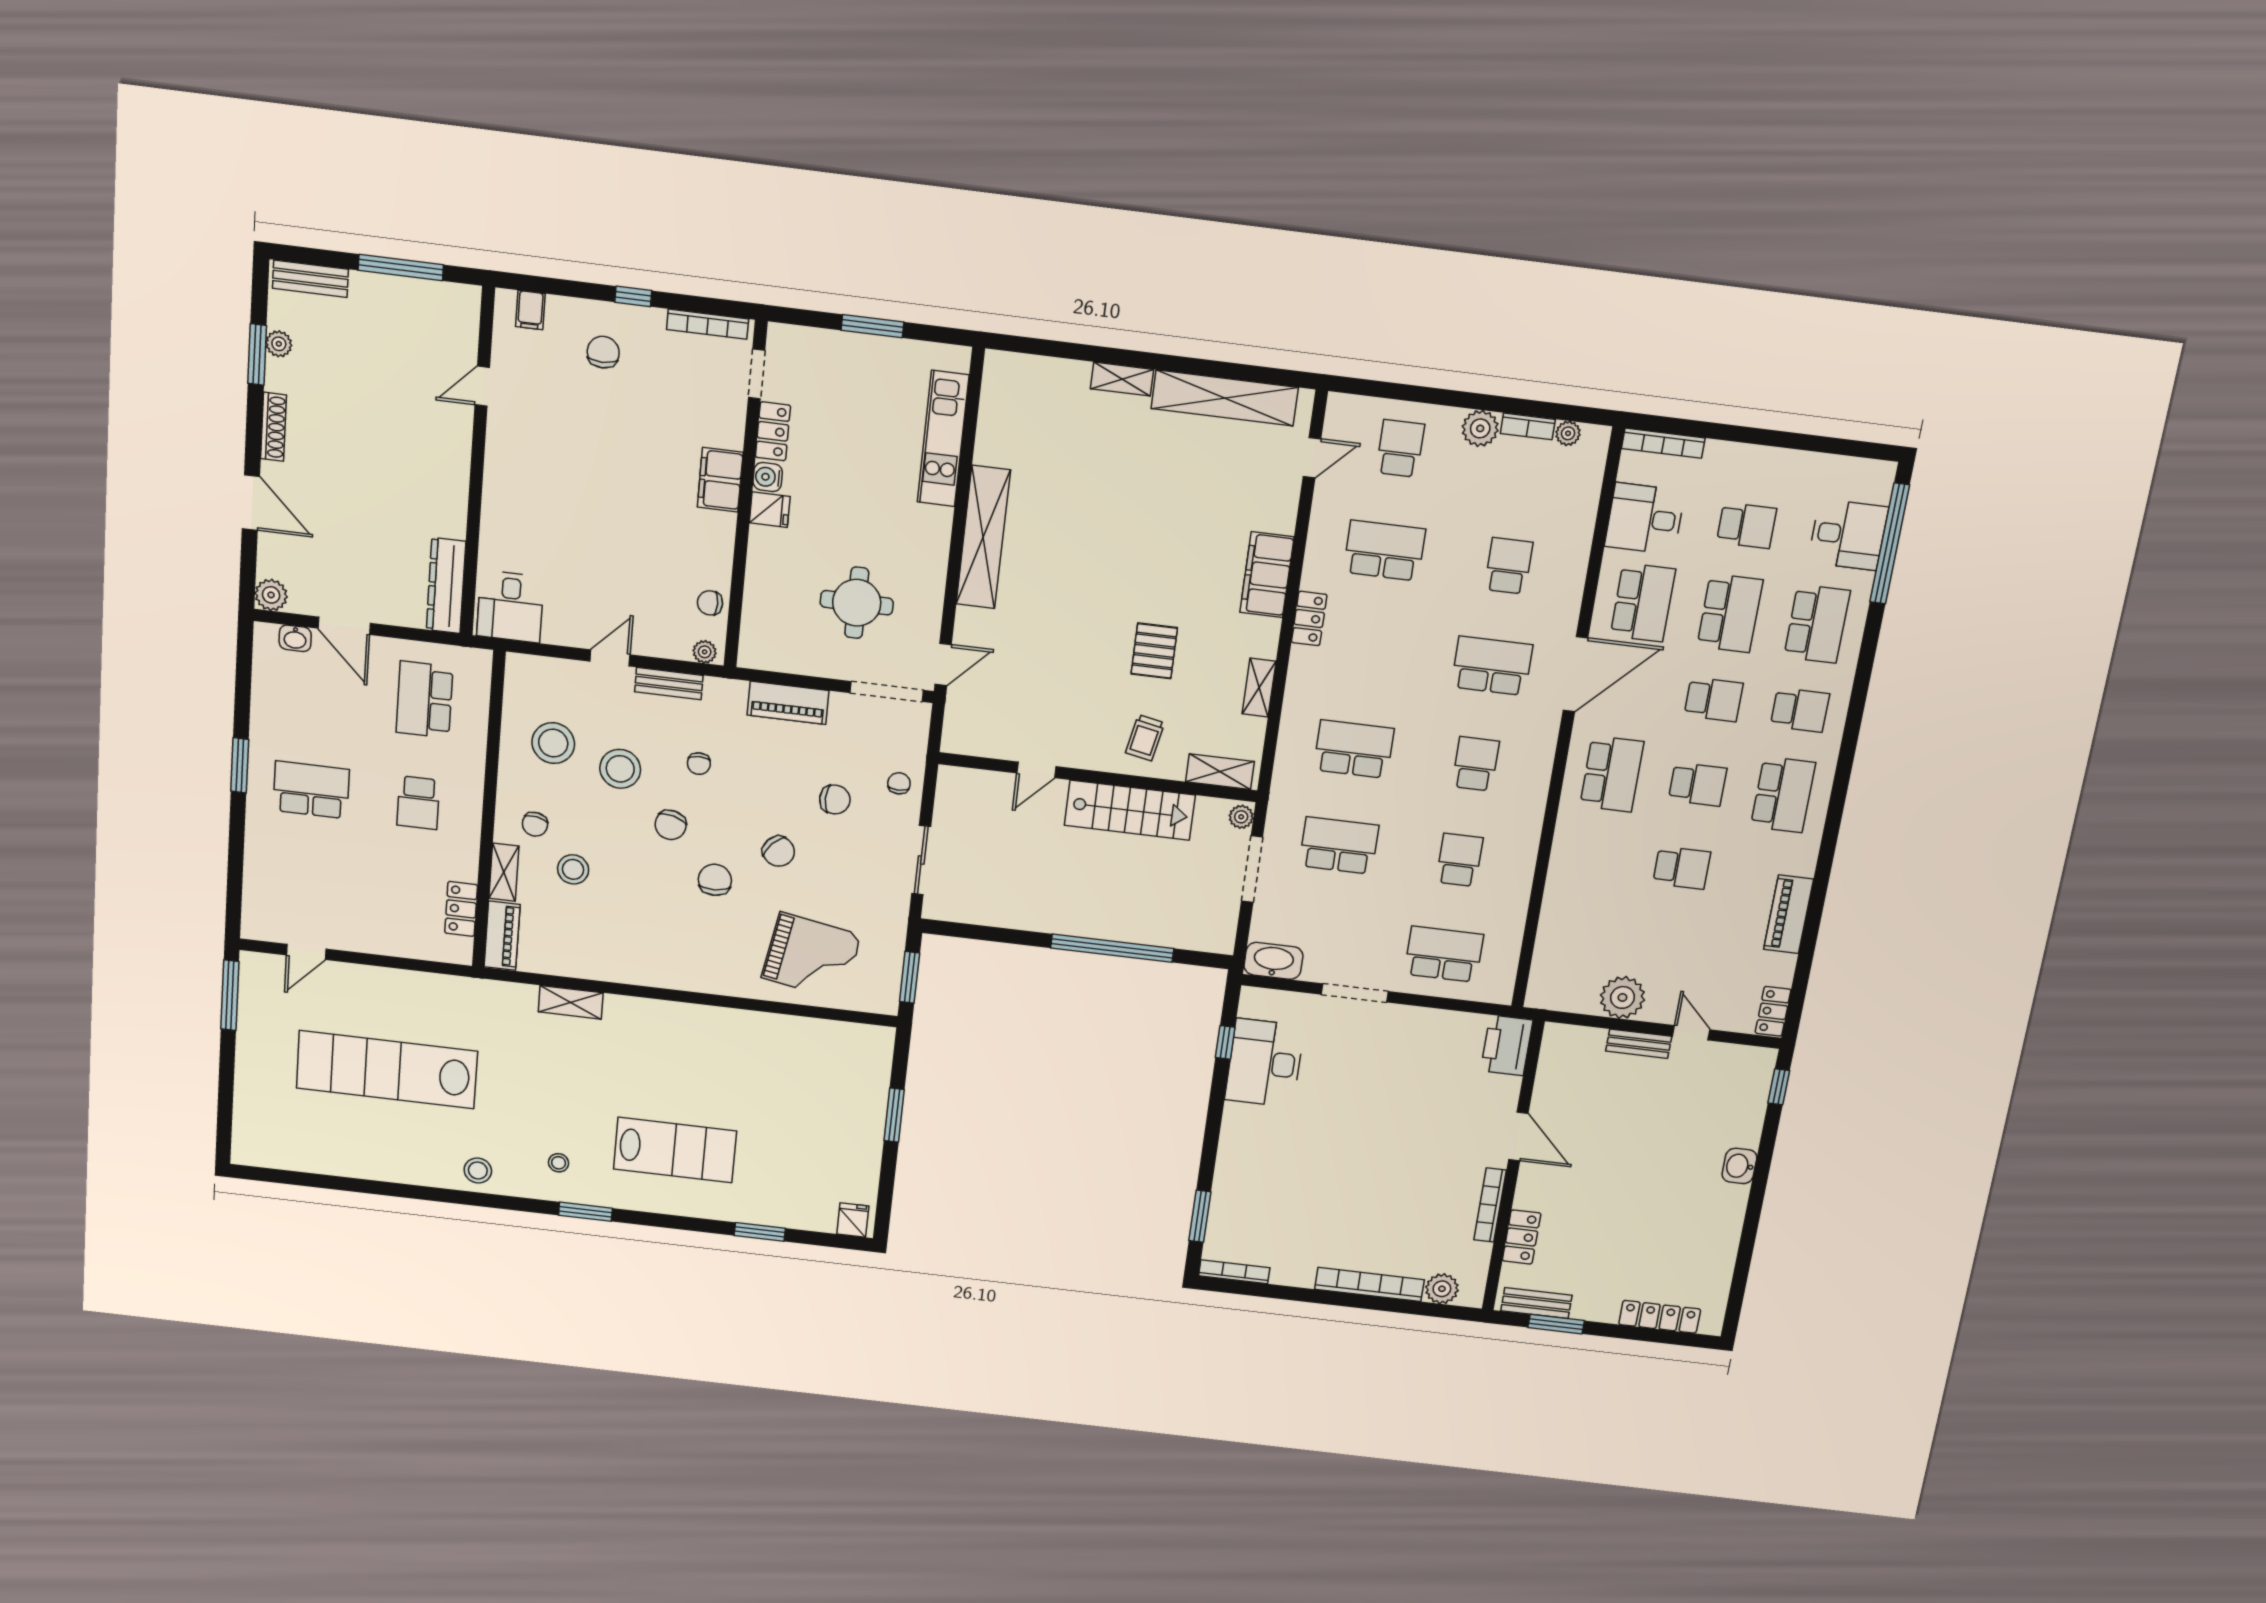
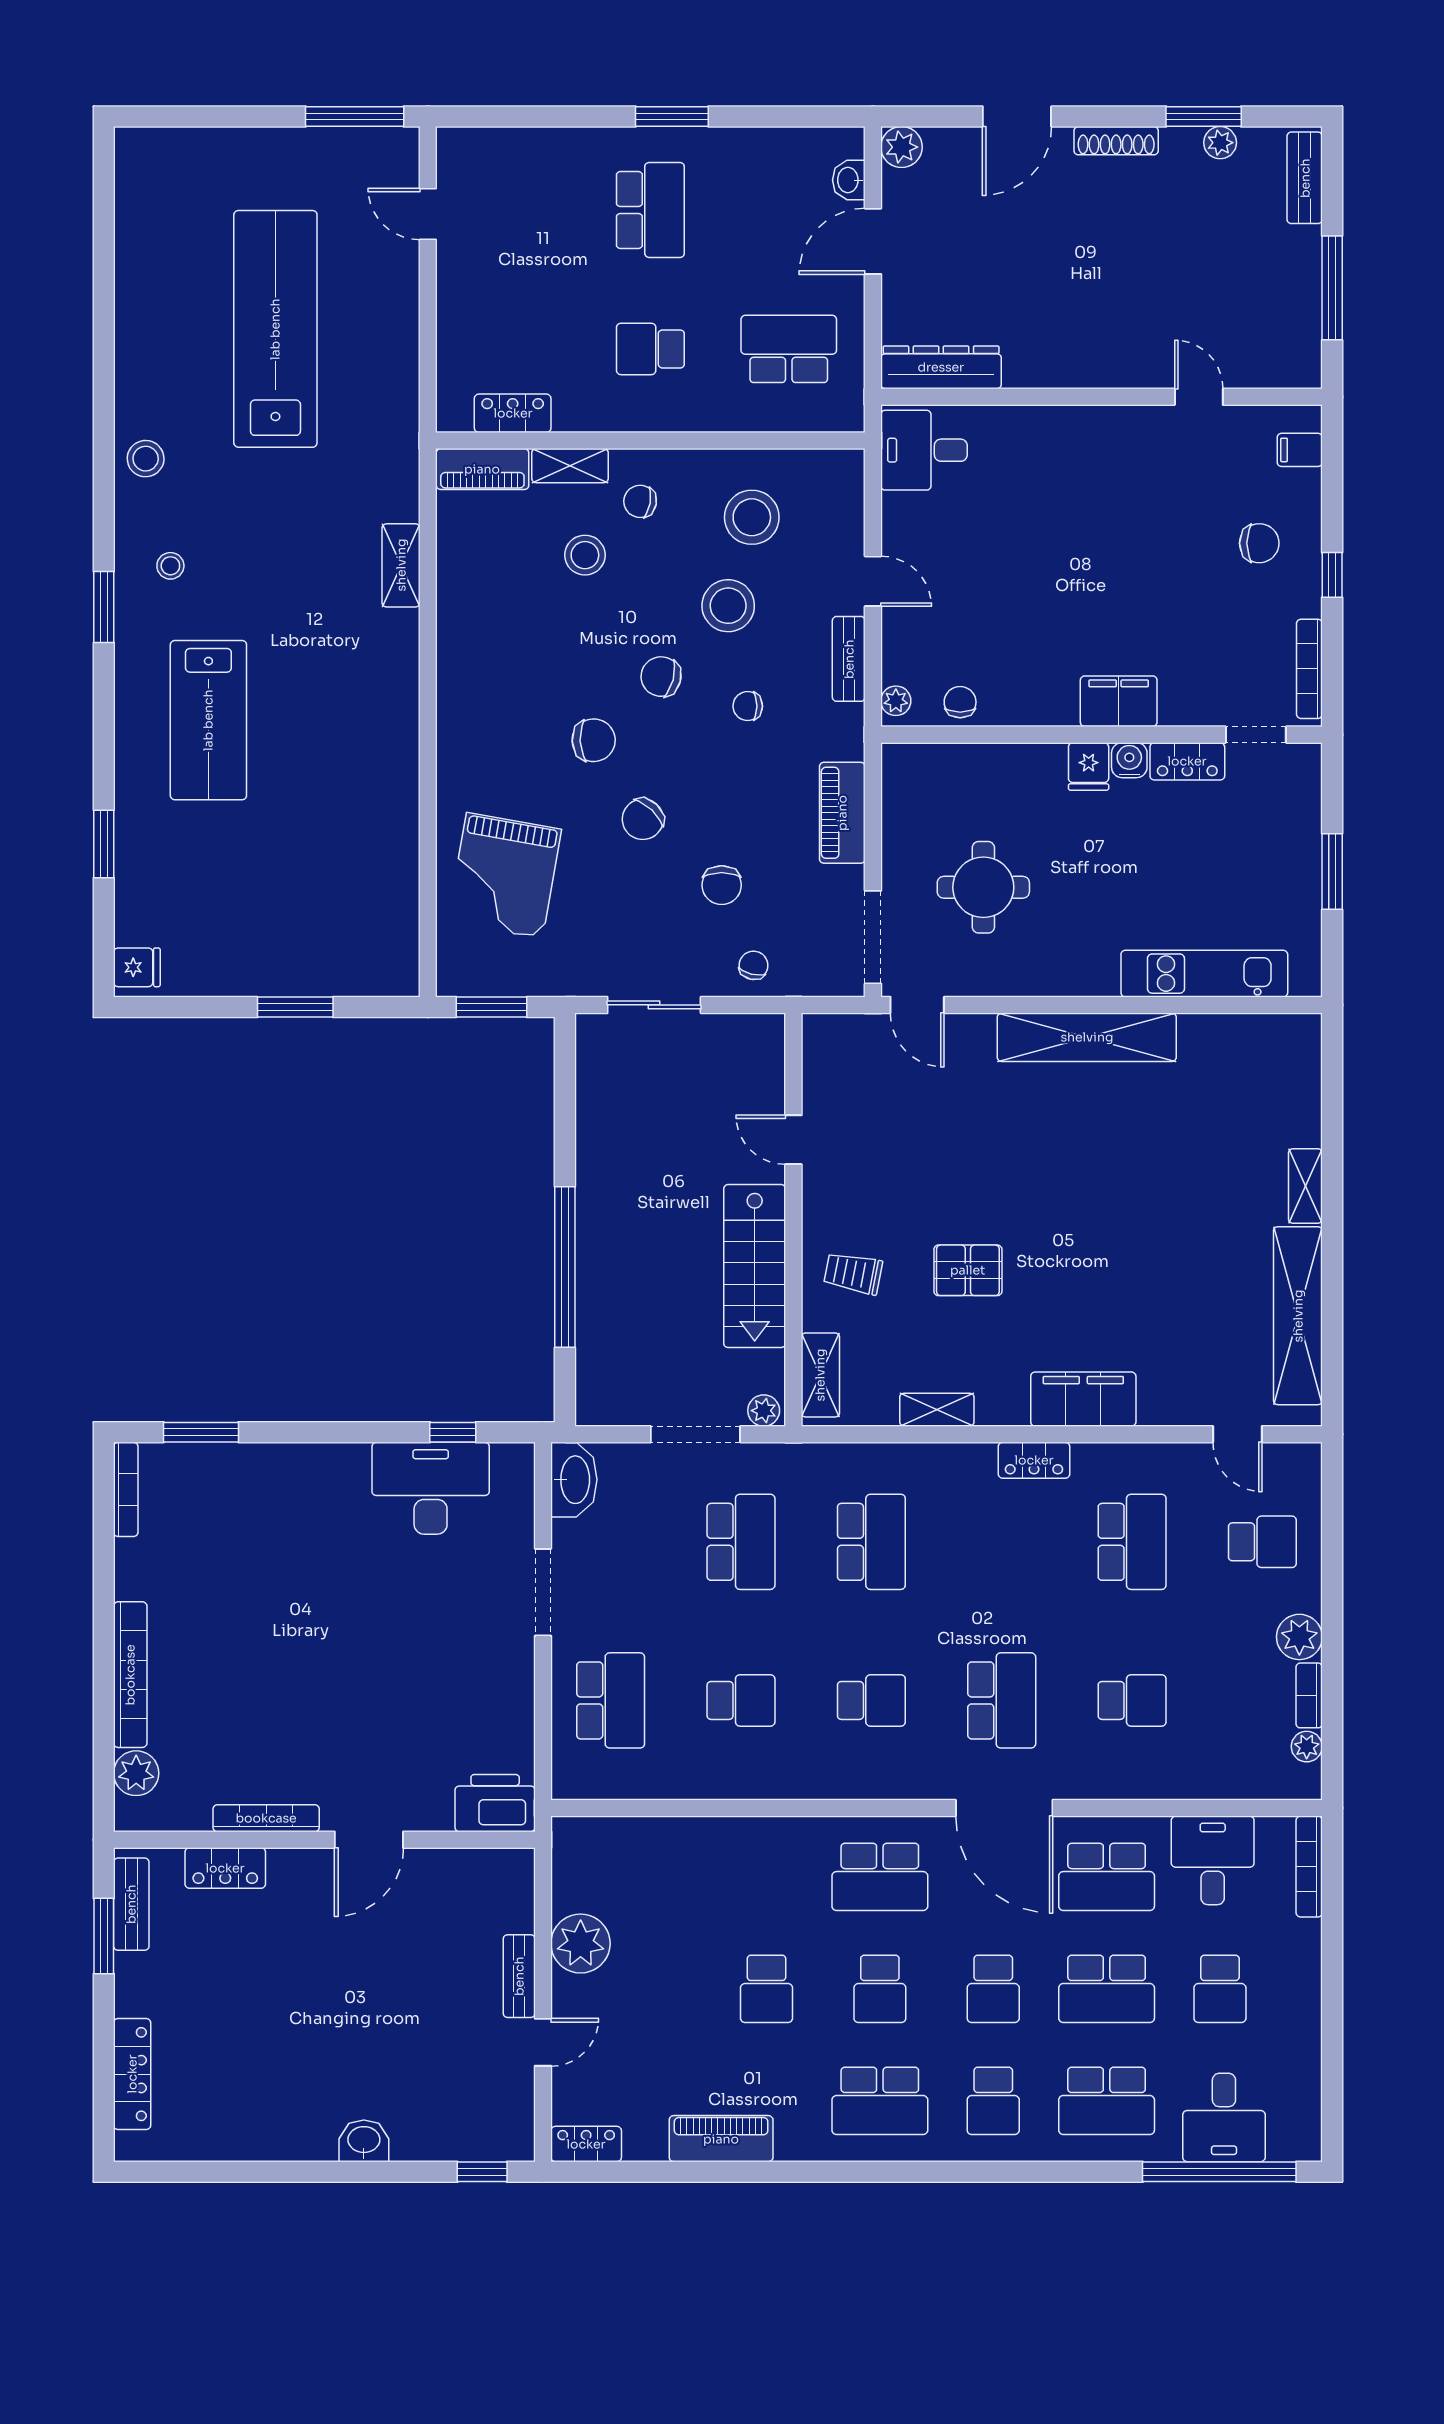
chair: (899, 783) -> (753, 965), turned -76

